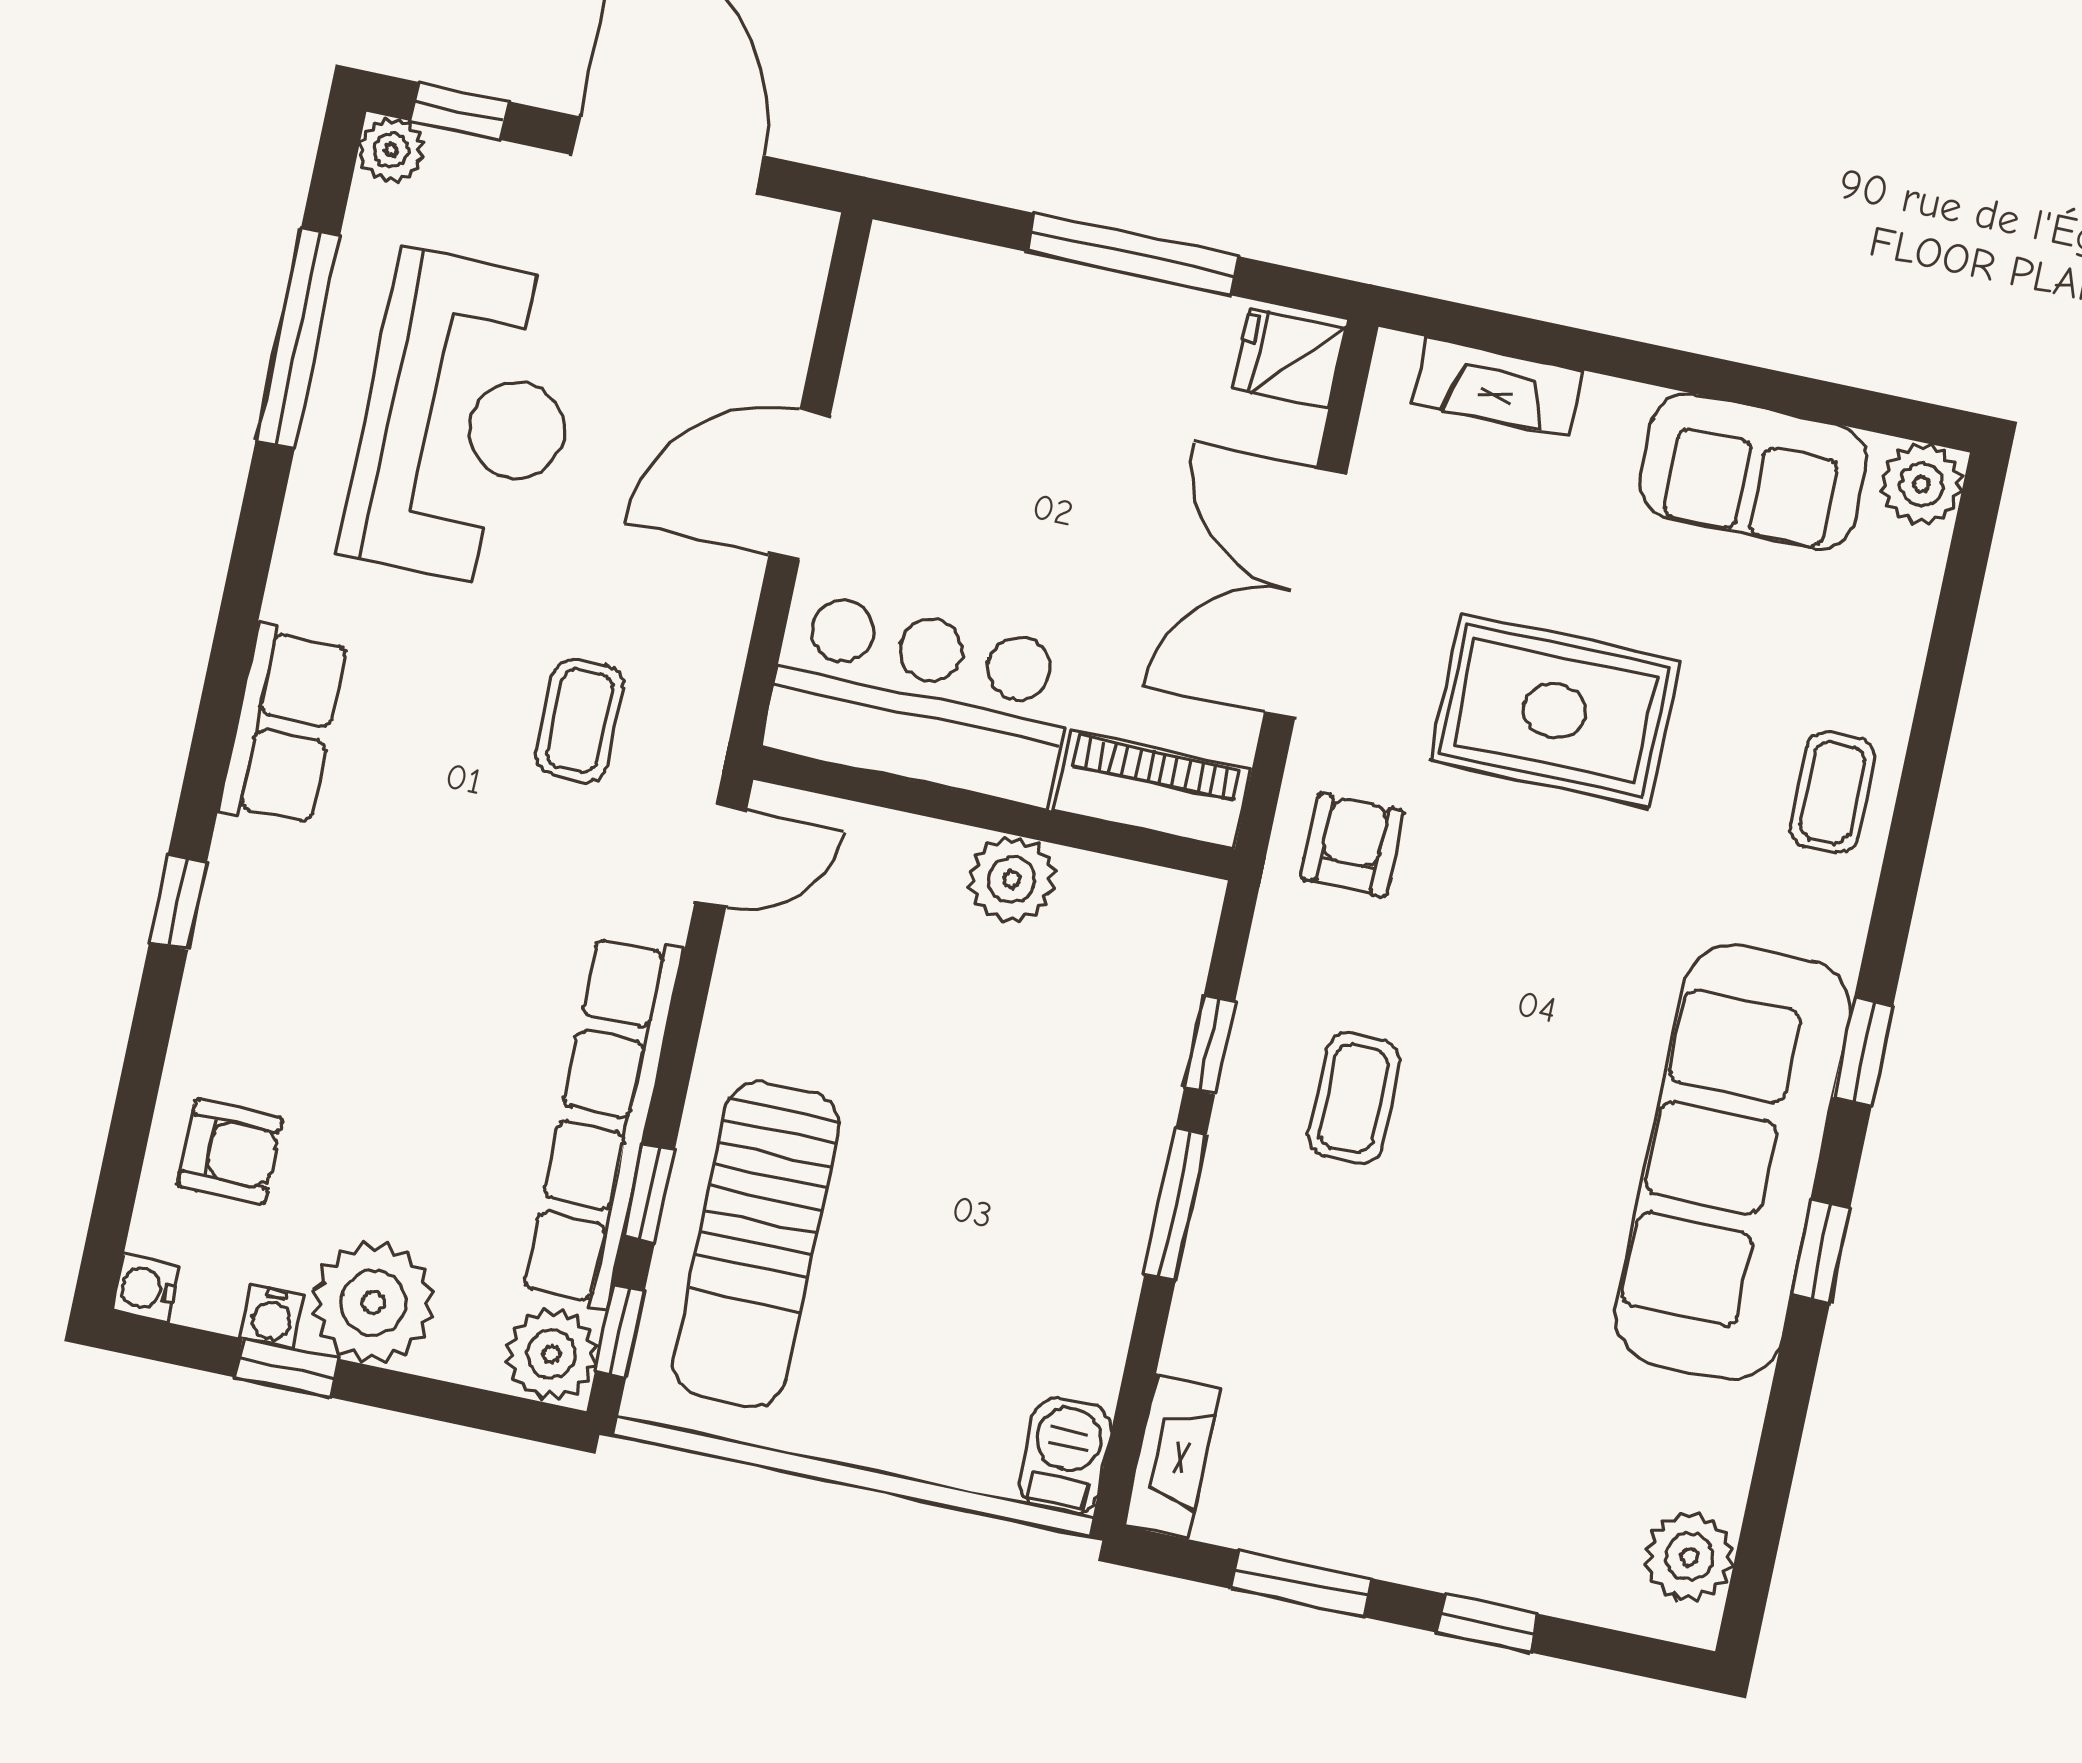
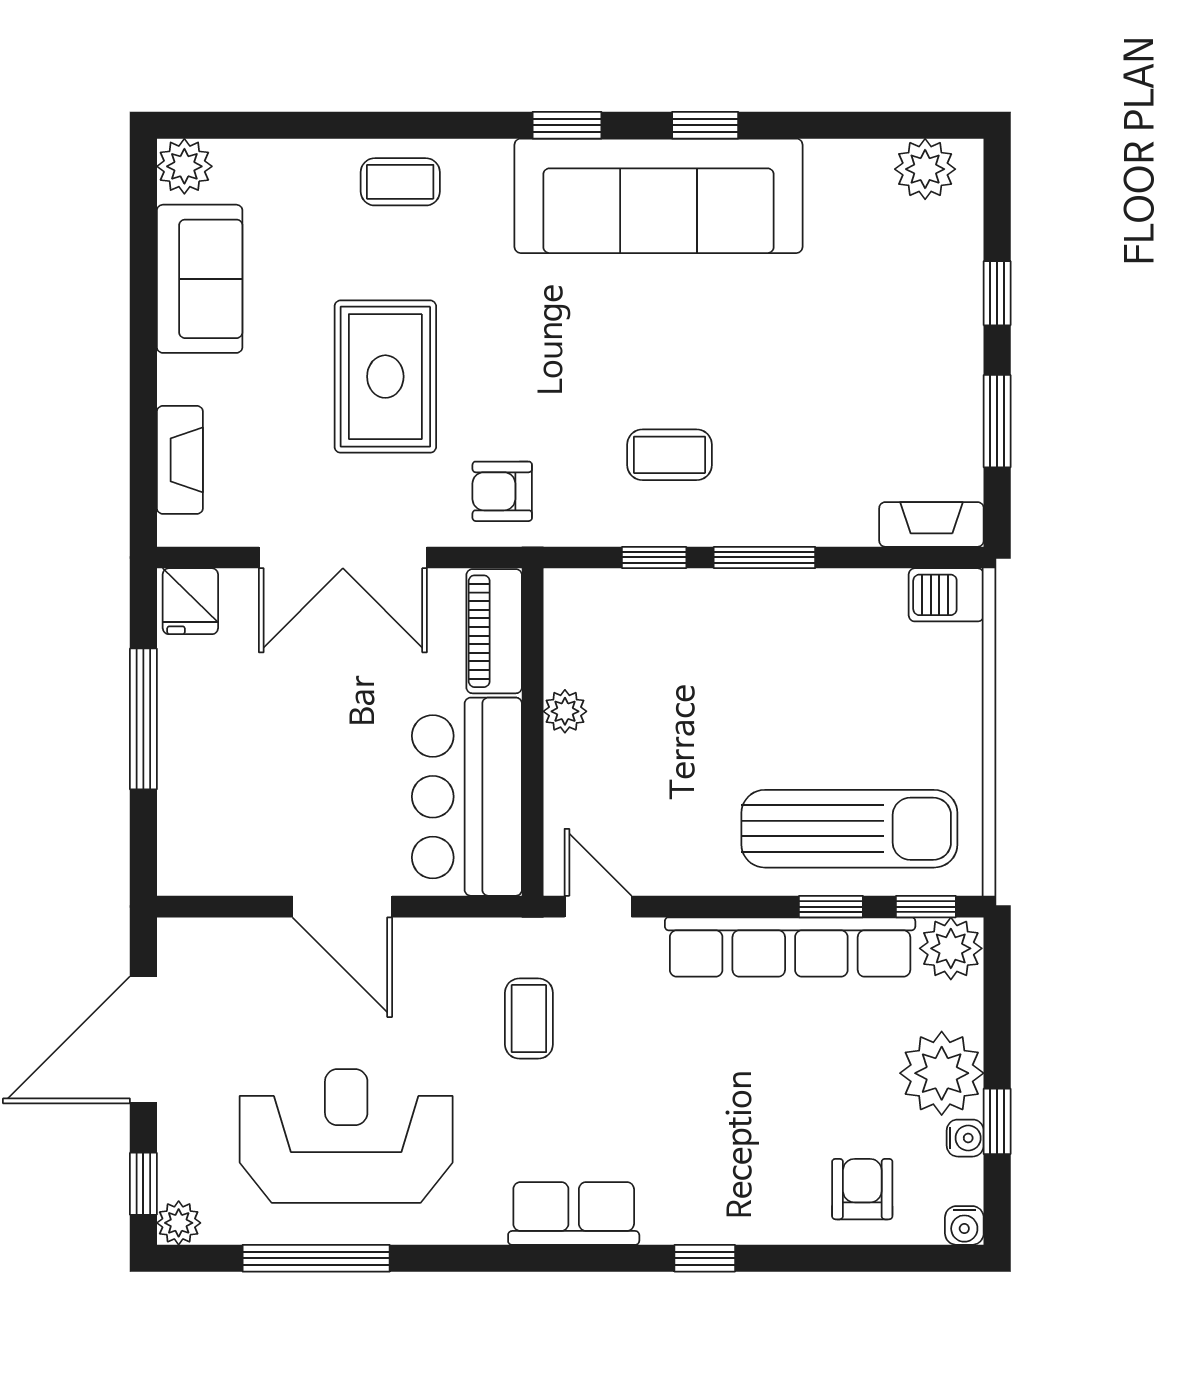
coffee table: (580, 721) -> (529, 1019), turned 90
plant: (1012, 880) -> (565, 711), width x0.73, depth x0.73

